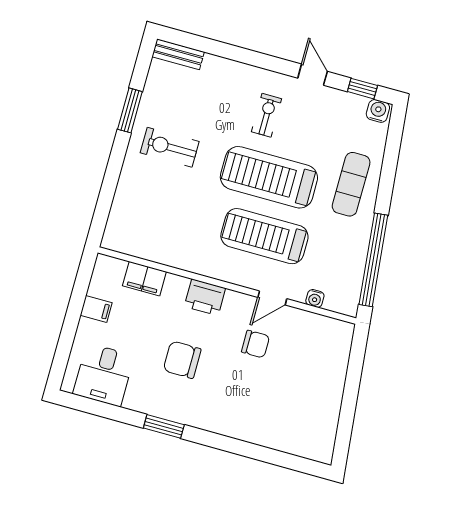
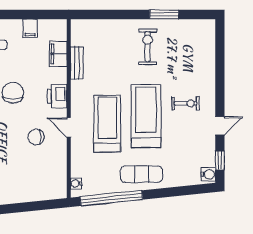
bench: (178, 54) -> (77, 63), moved
exercise mat: (351, 184) -> (141, 174), moved
door: (272, 298) -> (69, 127), moved
water cooler: (315, 298) -> (76, 183), moved
chair: (255, 344) -> (36, 137), turned 90

